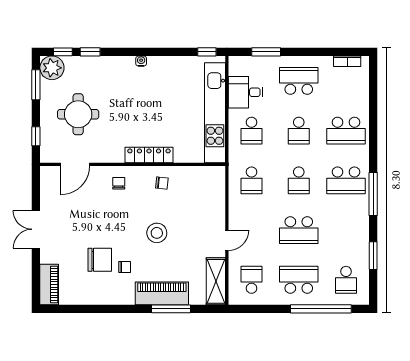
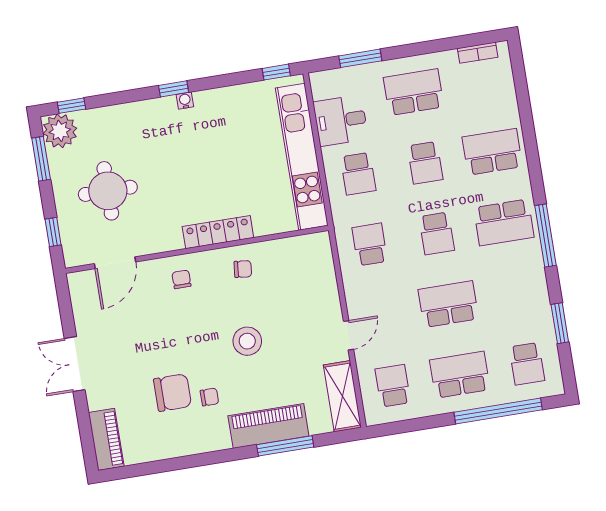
window: (90, 52) -> (174, 89), moved
school desk: (346, 131) -> (492, 152), turned 180
school desk: (252, 180) -> (370, 244), turned 180
school desk: (299, 230) -> (448, 304), turned 180

